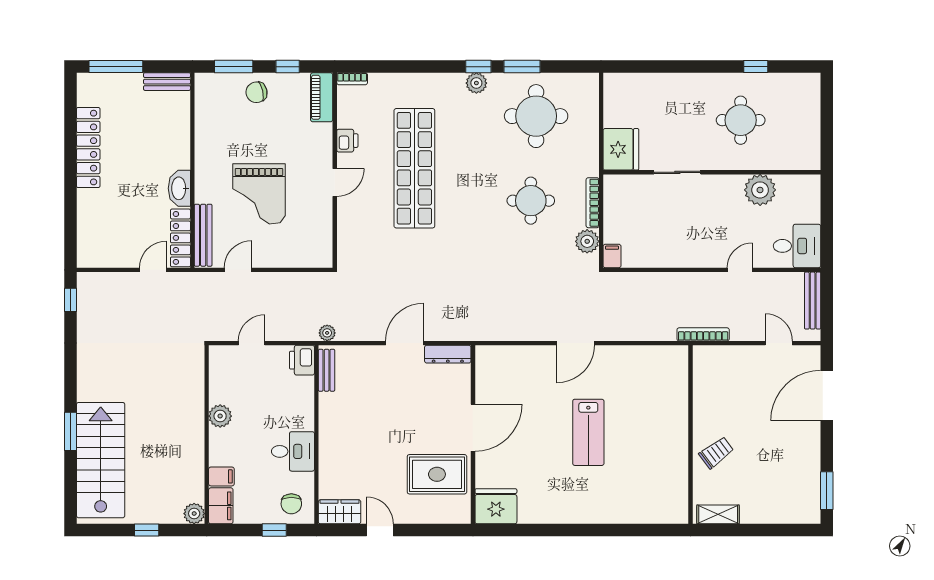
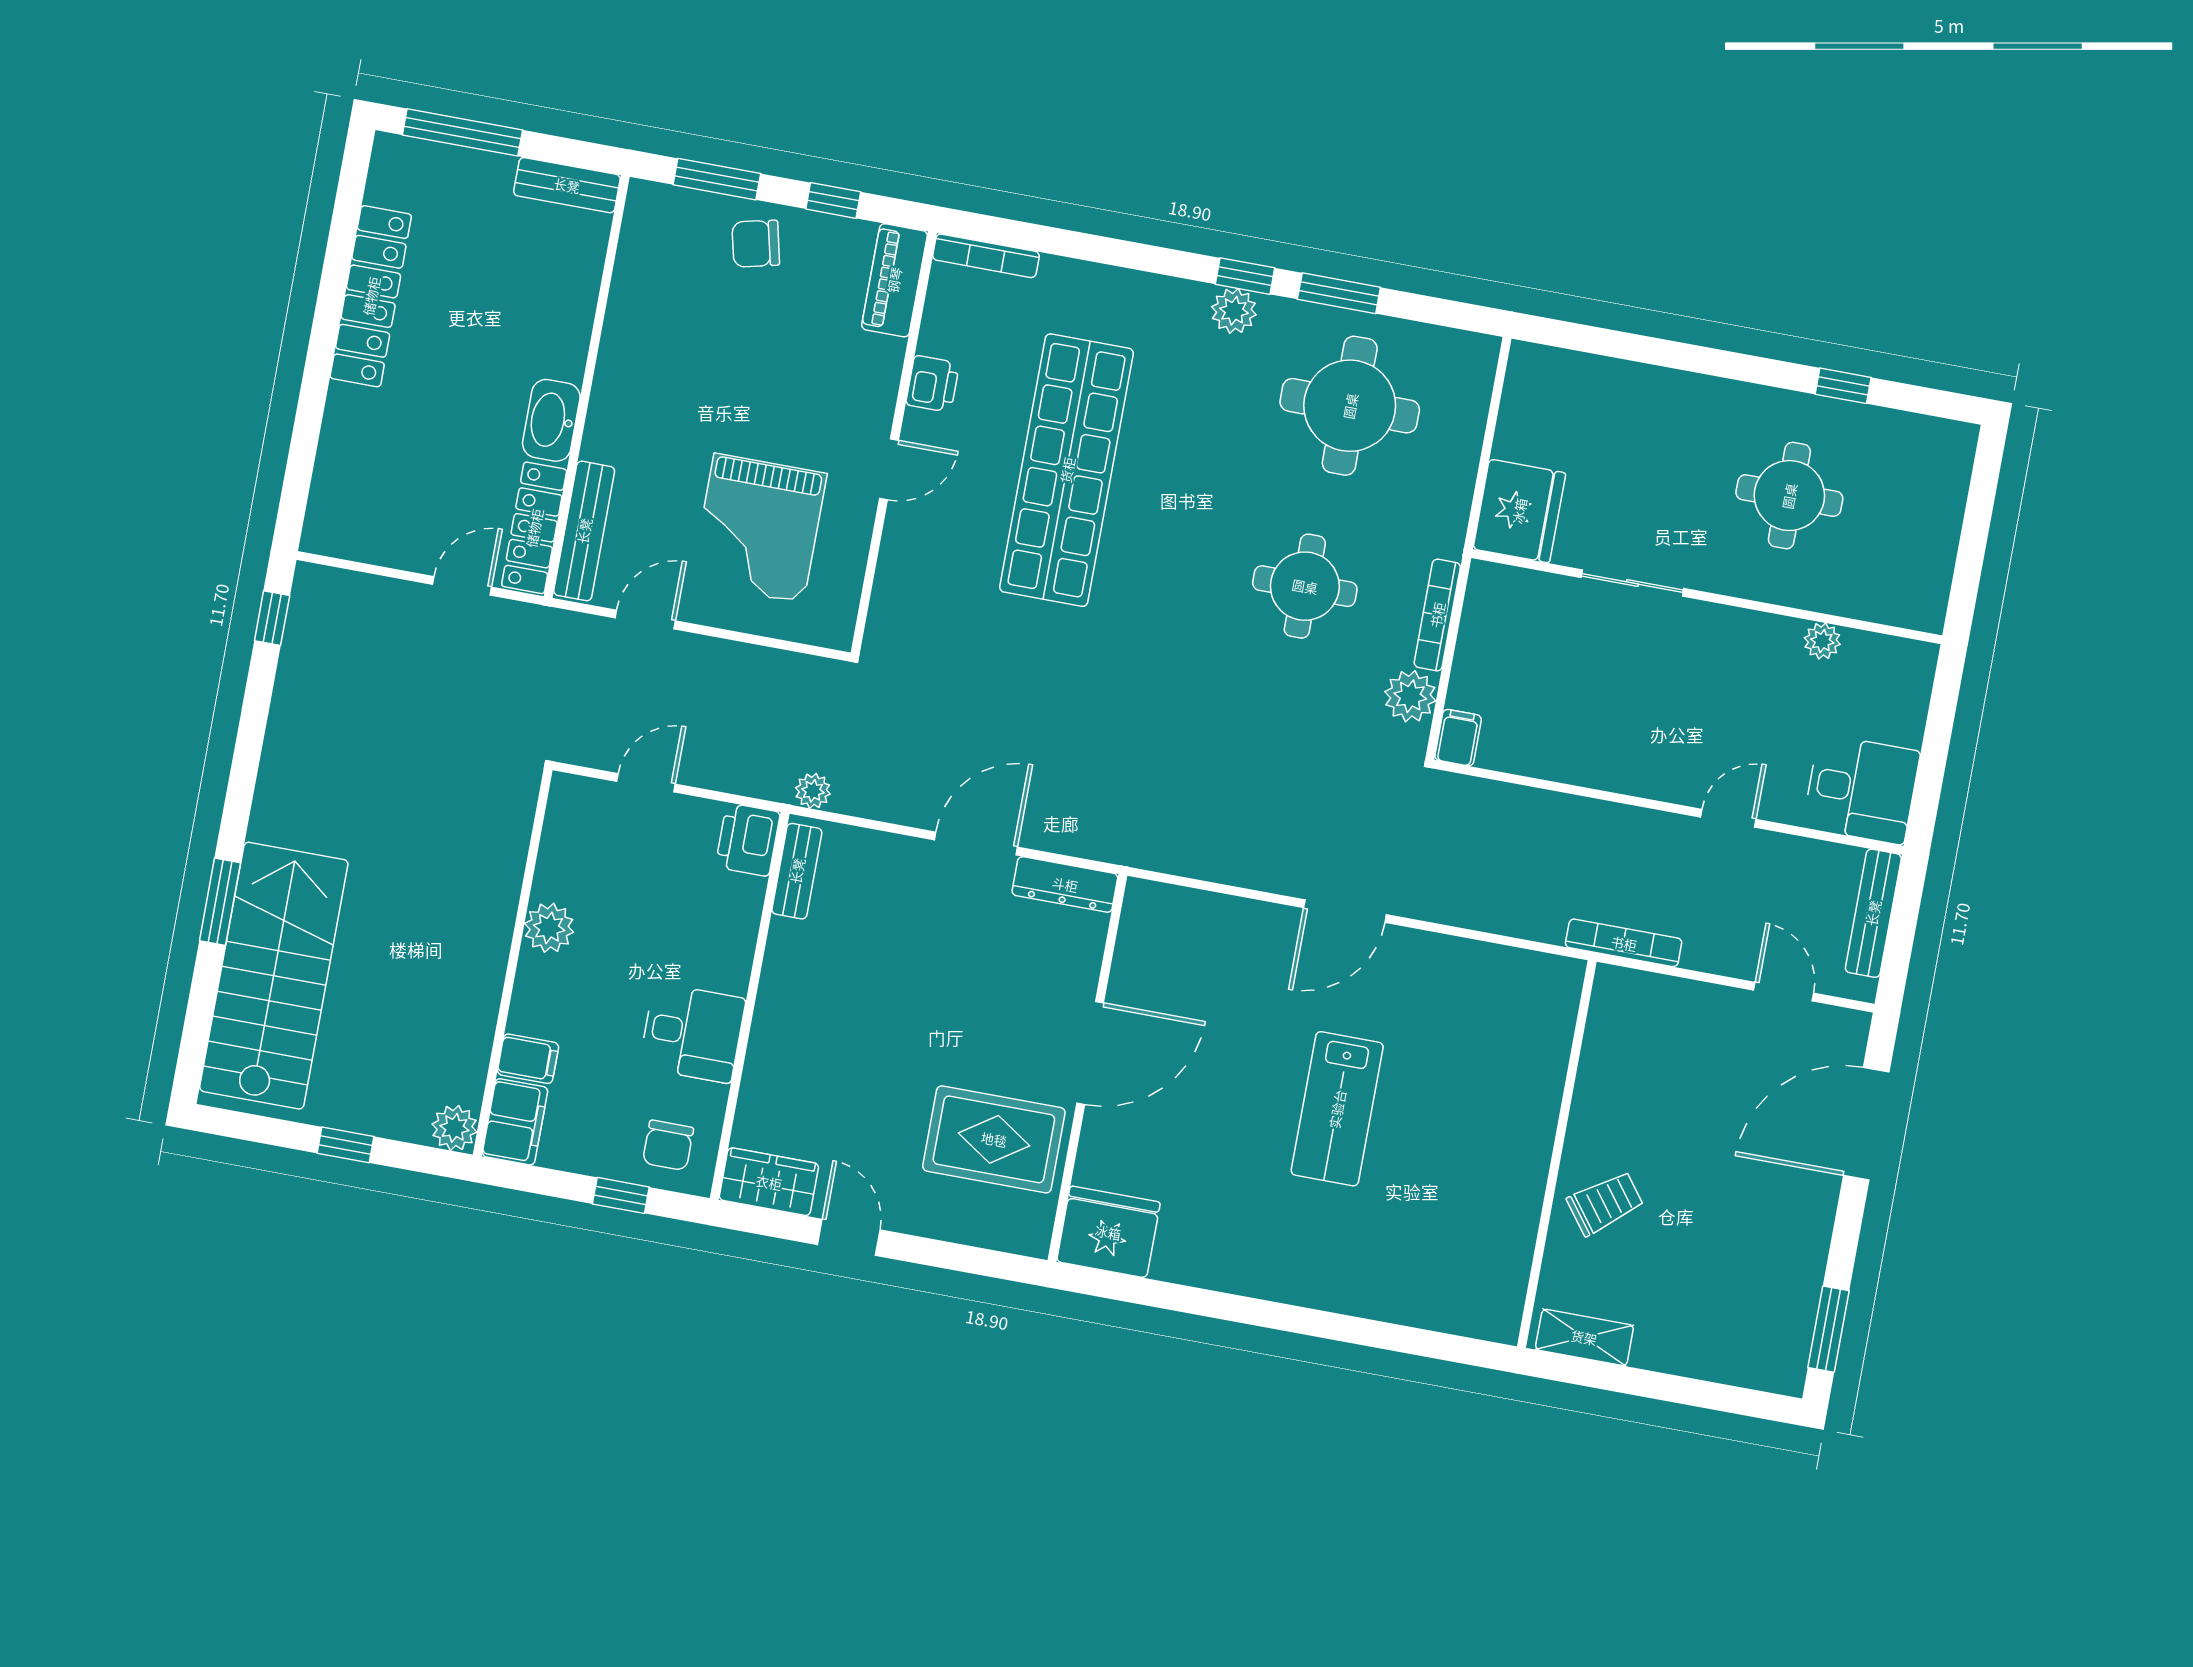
bookcase: (352, 79) -> (986, 256), width x1.56
plant: (760, 190) -> (1822, 641), width x0.53, depth x0.53
grand piano: (259, 194) -> (759, 528), moved

